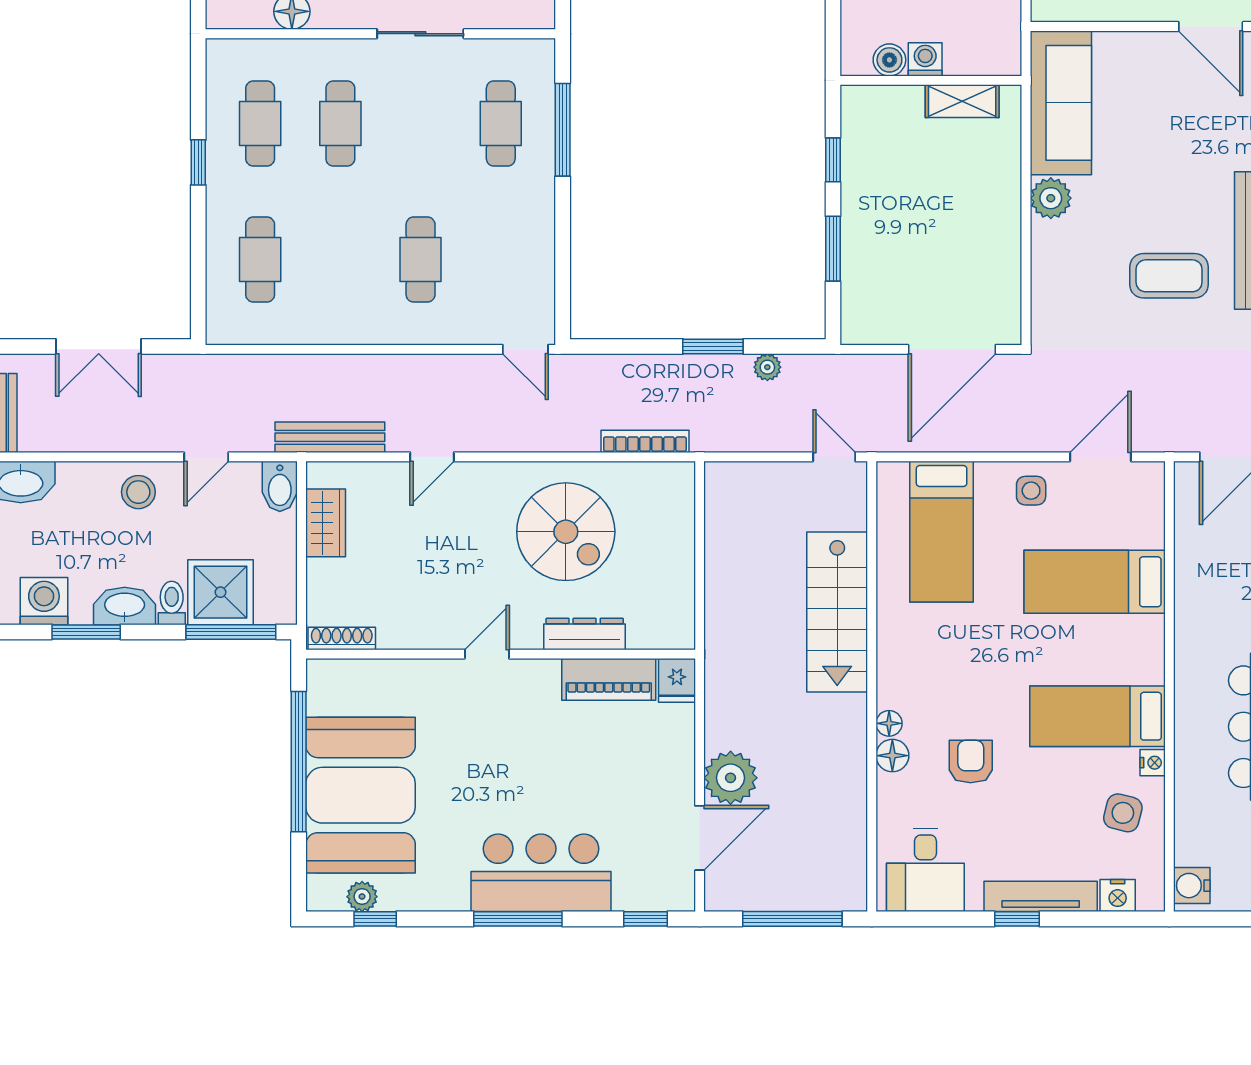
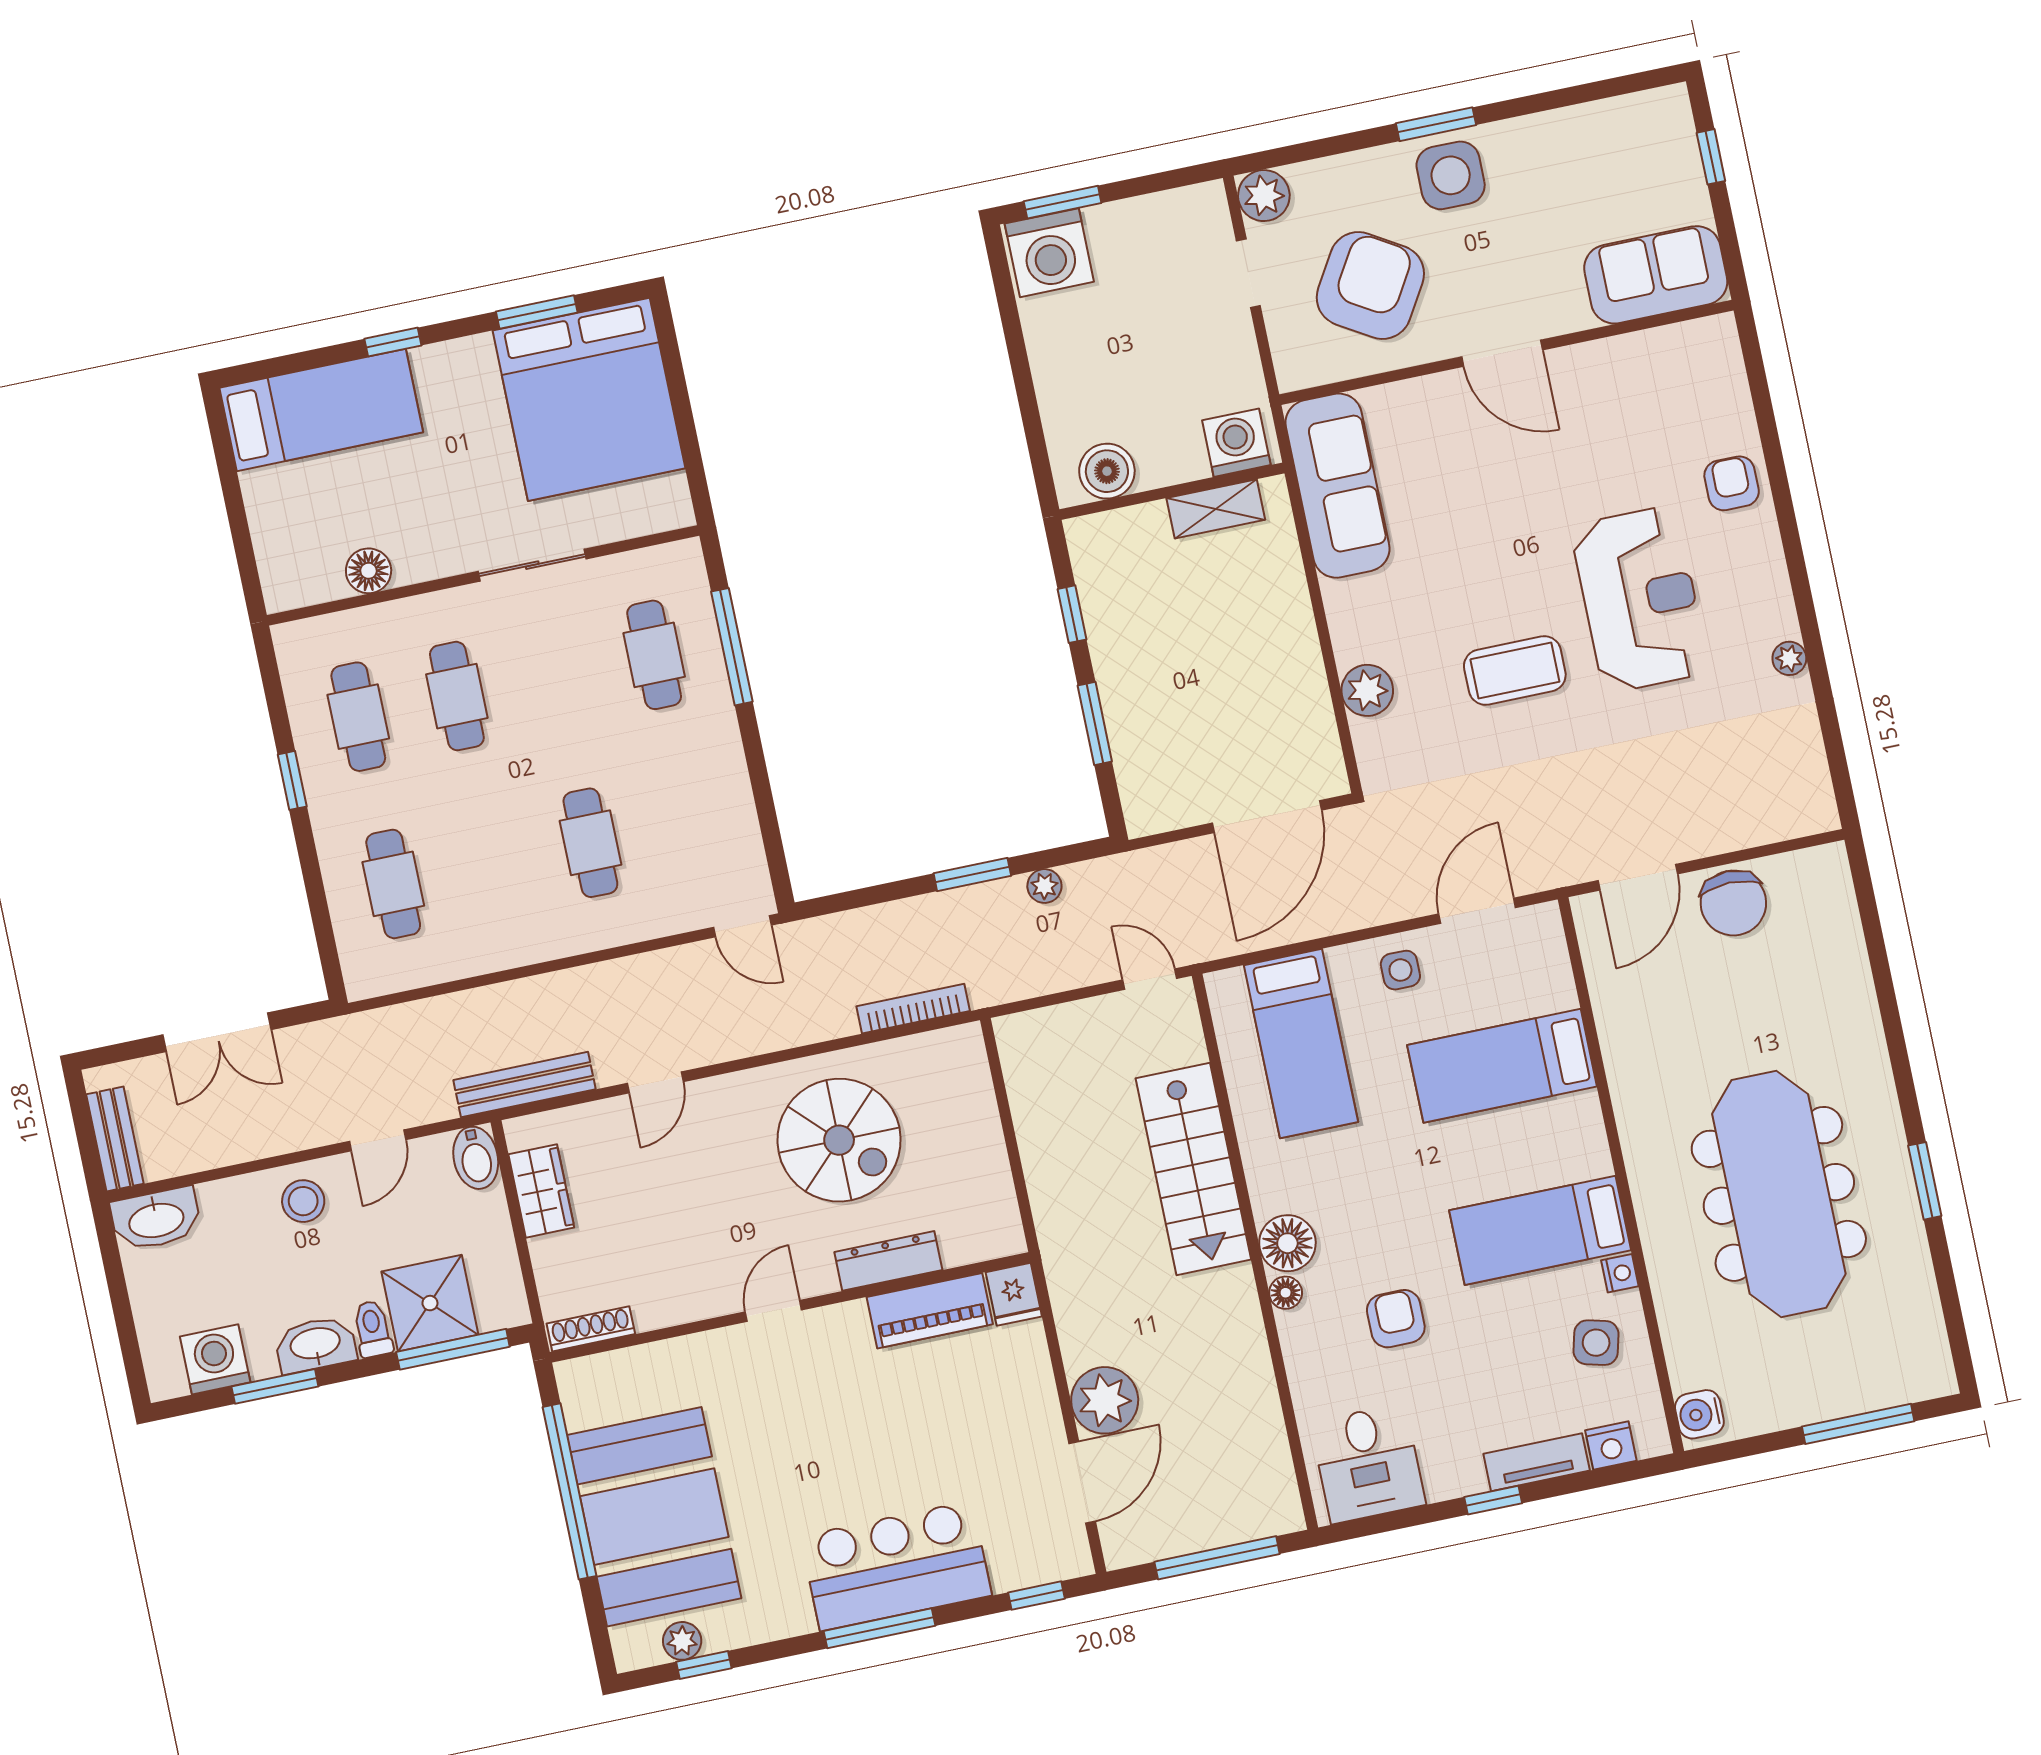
washing machine: (925, 59) -> (1236, 443), moved, width x1.38, depth x1.38
boiler: (889, 60) -> (1107, 471), width x1.36, depth x1.36
plant: (1051, 198) -> (1367, 690), moved
floor lamp: (892, 756) -> (1287, 1243), moved, width x1.38, depth x1.38
tv unit: (1041, 896) -> (1537, 1462), width x0.71

